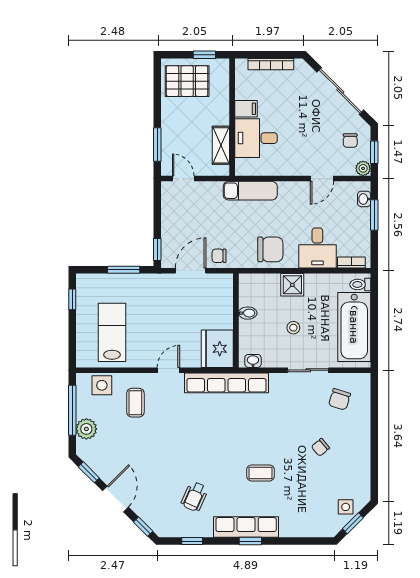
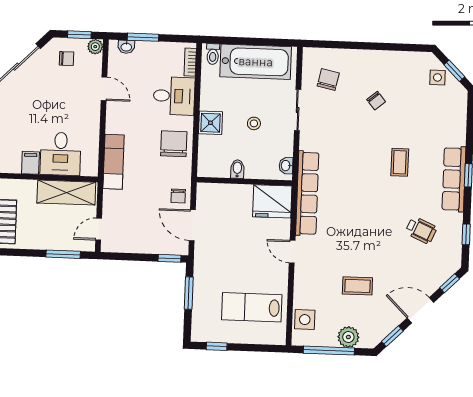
shelving: (221, 145) -> (66, 193), width x1.50, depth x1.33
chair: (340, 399) -> (328, 79), turned -95
coffee table: (135, 403) -> (357, 286), moved

